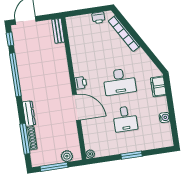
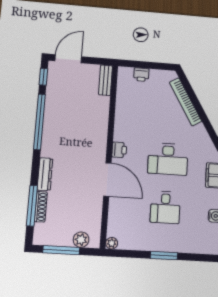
printer: (98, 18) -> (141, 75), moved

